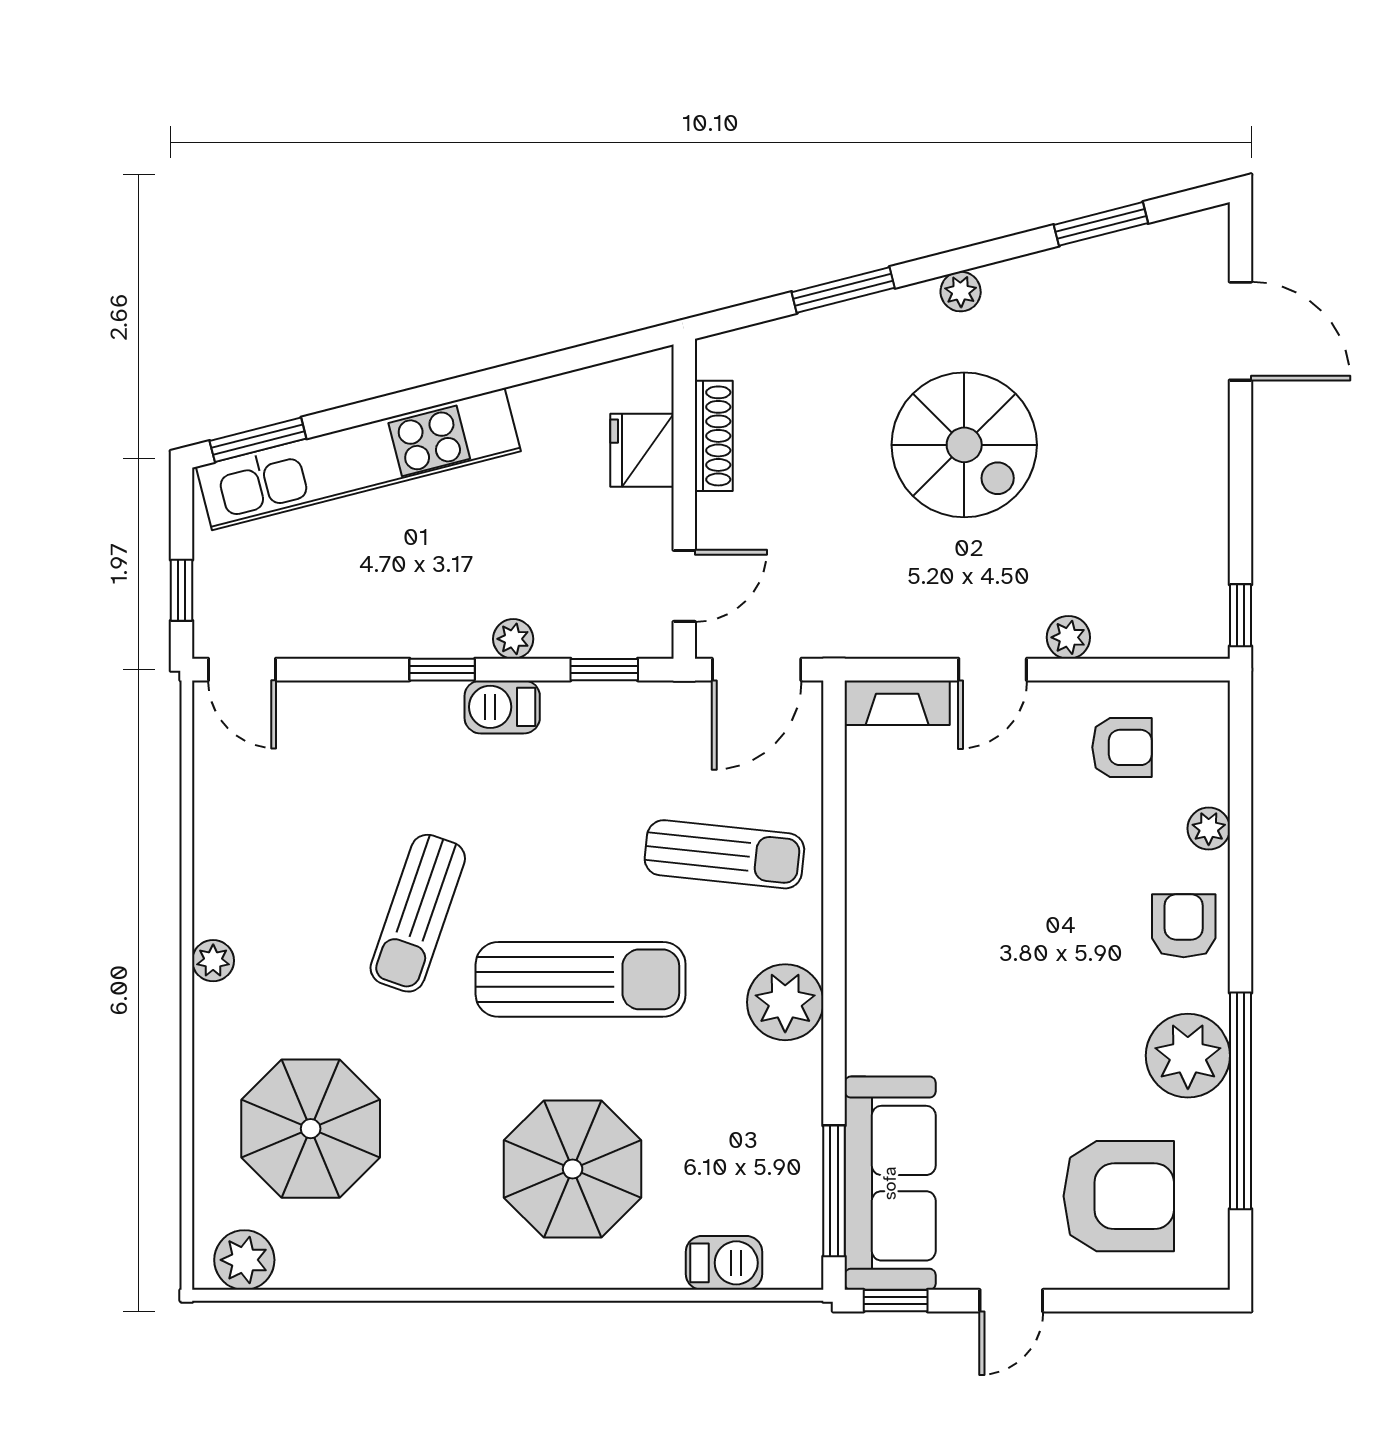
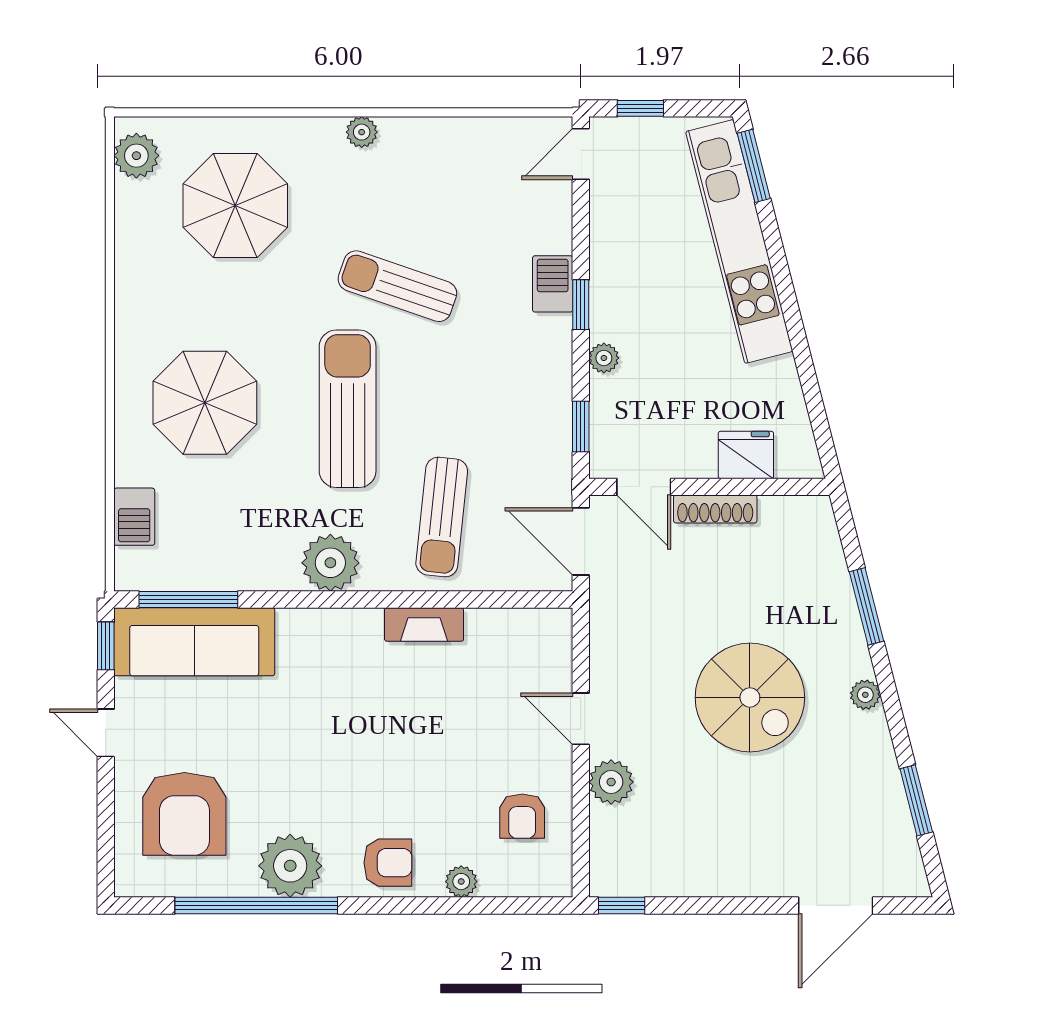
shoe rack: (714, 436) -> (715, 509), moved
spiral stairs: (964, 445) -> (750, 697), turned -90
plant: (1068, 637) -> (611, 782), width x1.38, depth x1.38
fireplace: (897, 703) -> (424, 624), moved, turned -90
barbecue: (502, 707) -> (553, 284), moved
sun lounger: (581, 979) -> (348, 409), turned 180

